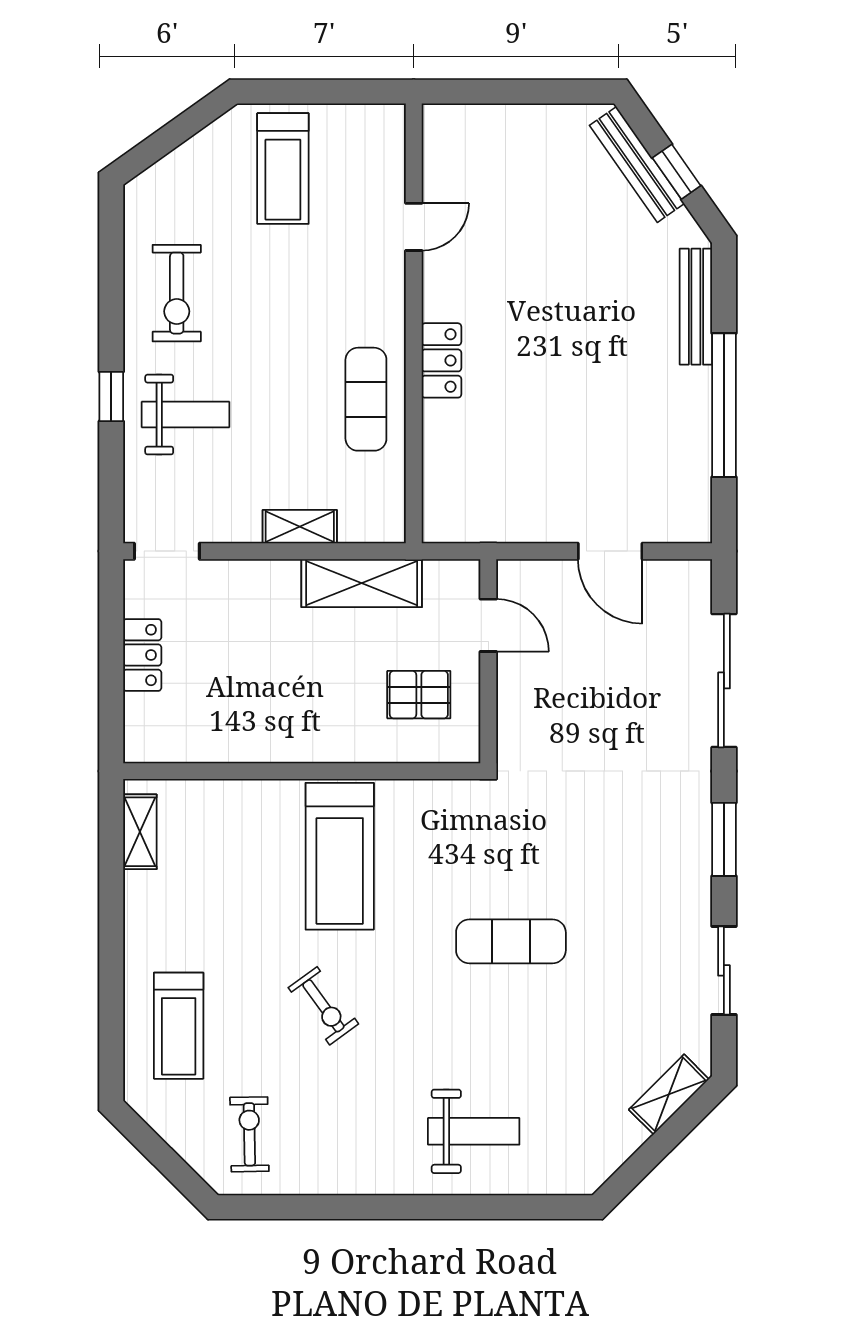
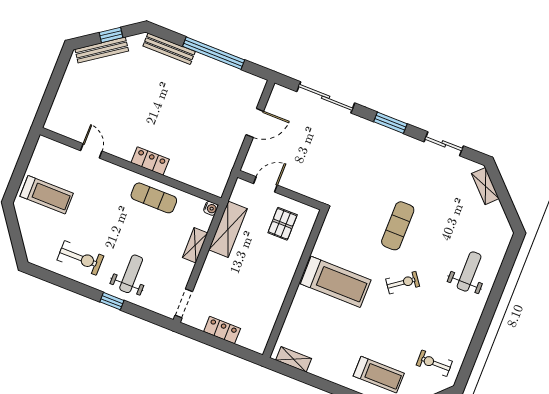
water cooler: (392, 529) -> (211, 208), added
exercise bike: (323, 1006) -> (403, 283), moved

